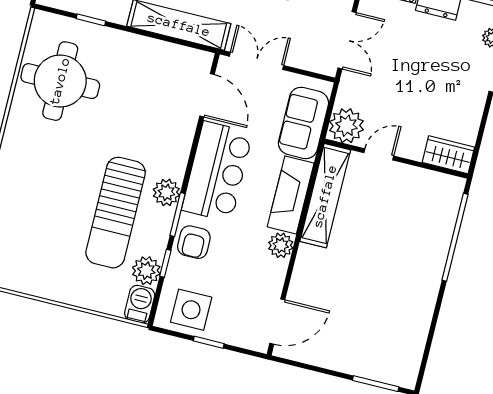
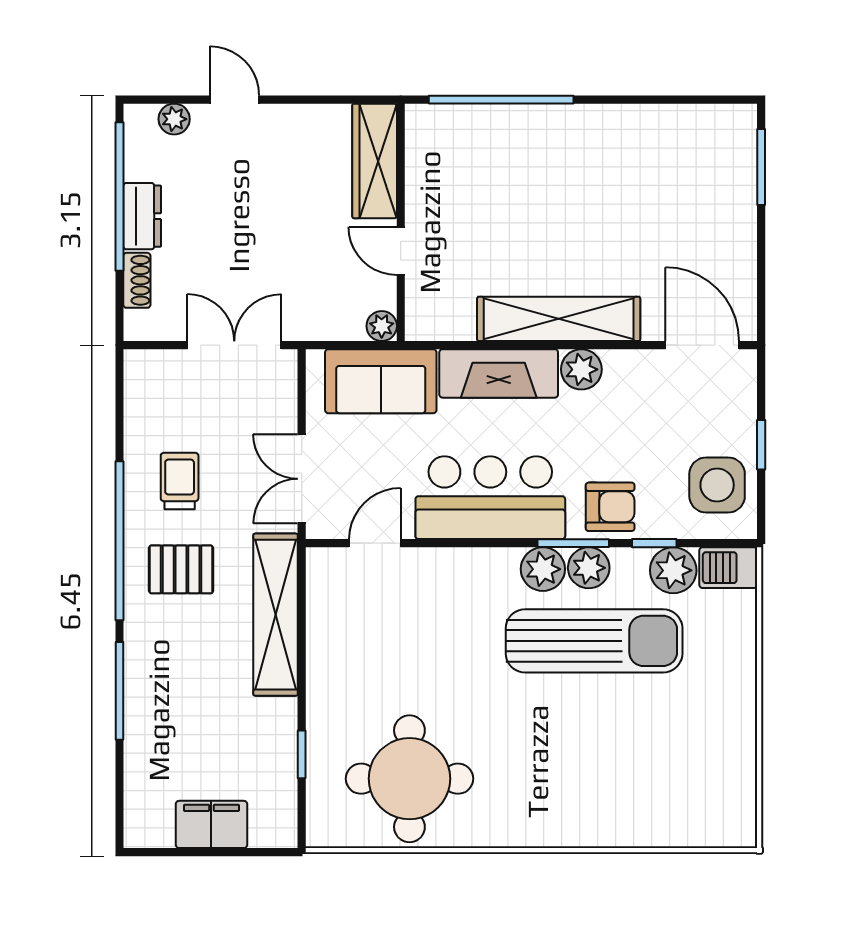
door: (207, 95) -> (375, 543), width x0.73
plant: (346, 126) -> (382, 326), width x0.53, depth x0.53
wardrobe: (448, 155) -> (375, 161), width x1.50
shelving: (325, 196) -> (559, 319), moved
plant: (160, 220) -> (589, 568), added

